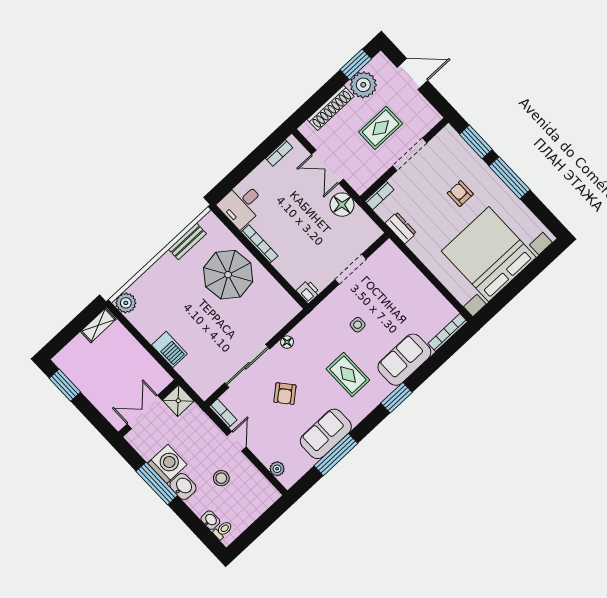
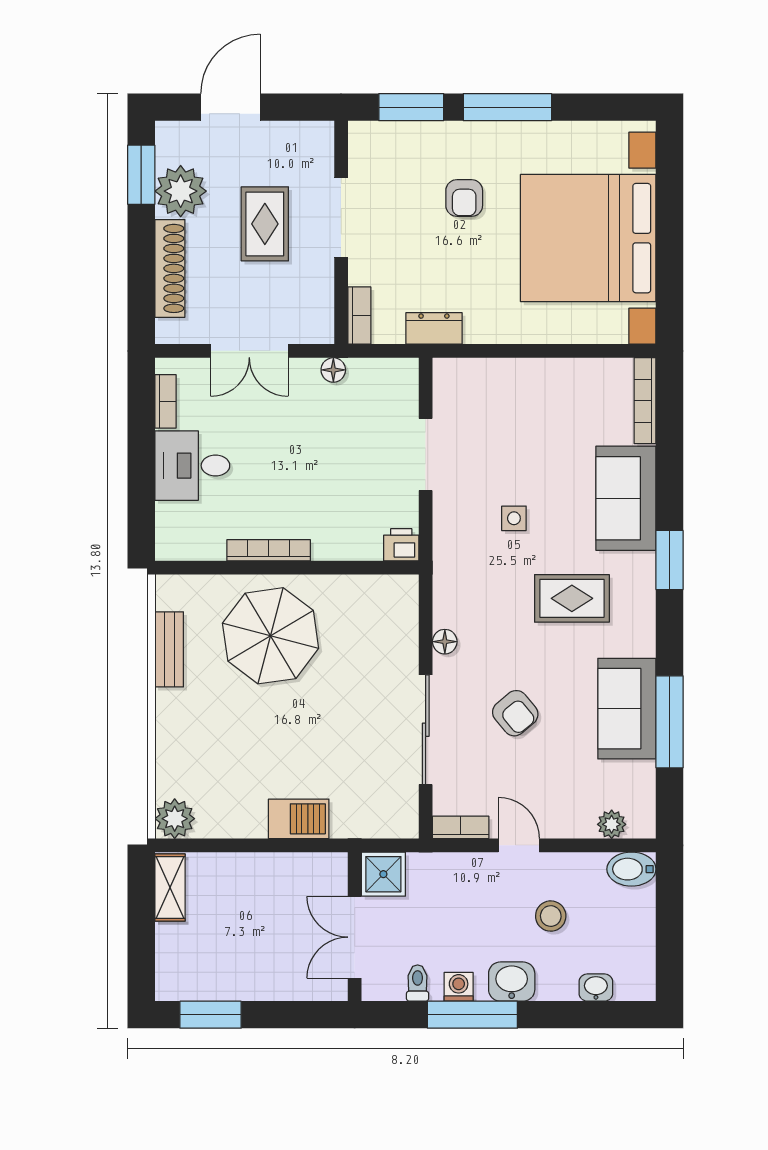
armchair: (460, 194) -> (464, 198), turned -90
desk: (242, 205) -> (192, 466), moved, turned 90
floor lamp: (342, 205) -> (333, 370), width x0.53, depth x0.53
washing machine: (167, 464) -> (459, 987), width x0.53, depth x0.53
bidet: (267, 492) -> (631, 869), added
toilet: (223, 530) -> (418, 983), moved

